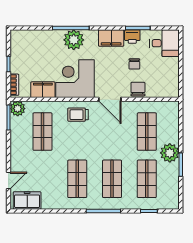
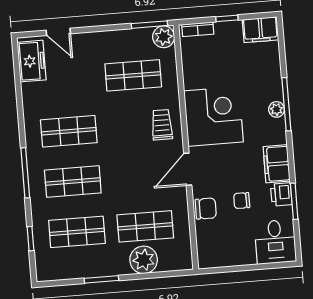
plant: (74, 40) -> (277, 109), width x0.53, depth x0.53
filing cabinet: (43, 90) -> (260, 30), moved, turned 90
plant: (170, 153) -> (144, 260), moved

